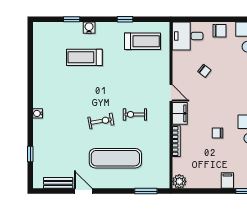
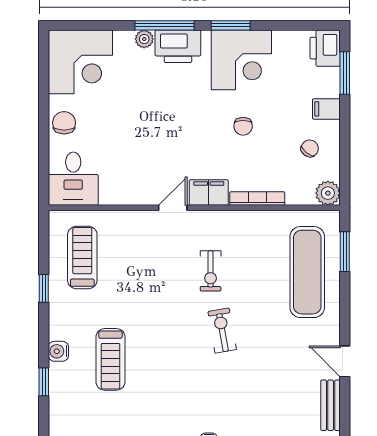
chair: (204, 71) -> (310, 148), moved
exercise mat: (115, 158) -> (307, 272), moved
door: (83, 191) -> (345, 361), hinge flipped

